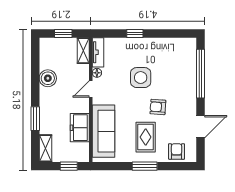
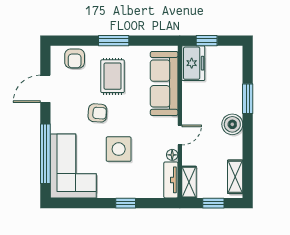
corner sofa: (178, 64) -> (73, 166), added
boiler: (48, 78) -> (232, 124), moved
freezer: (80, 128) -> (193, 63), moved
shelving: (45, 148) -> (235, 177), moved

